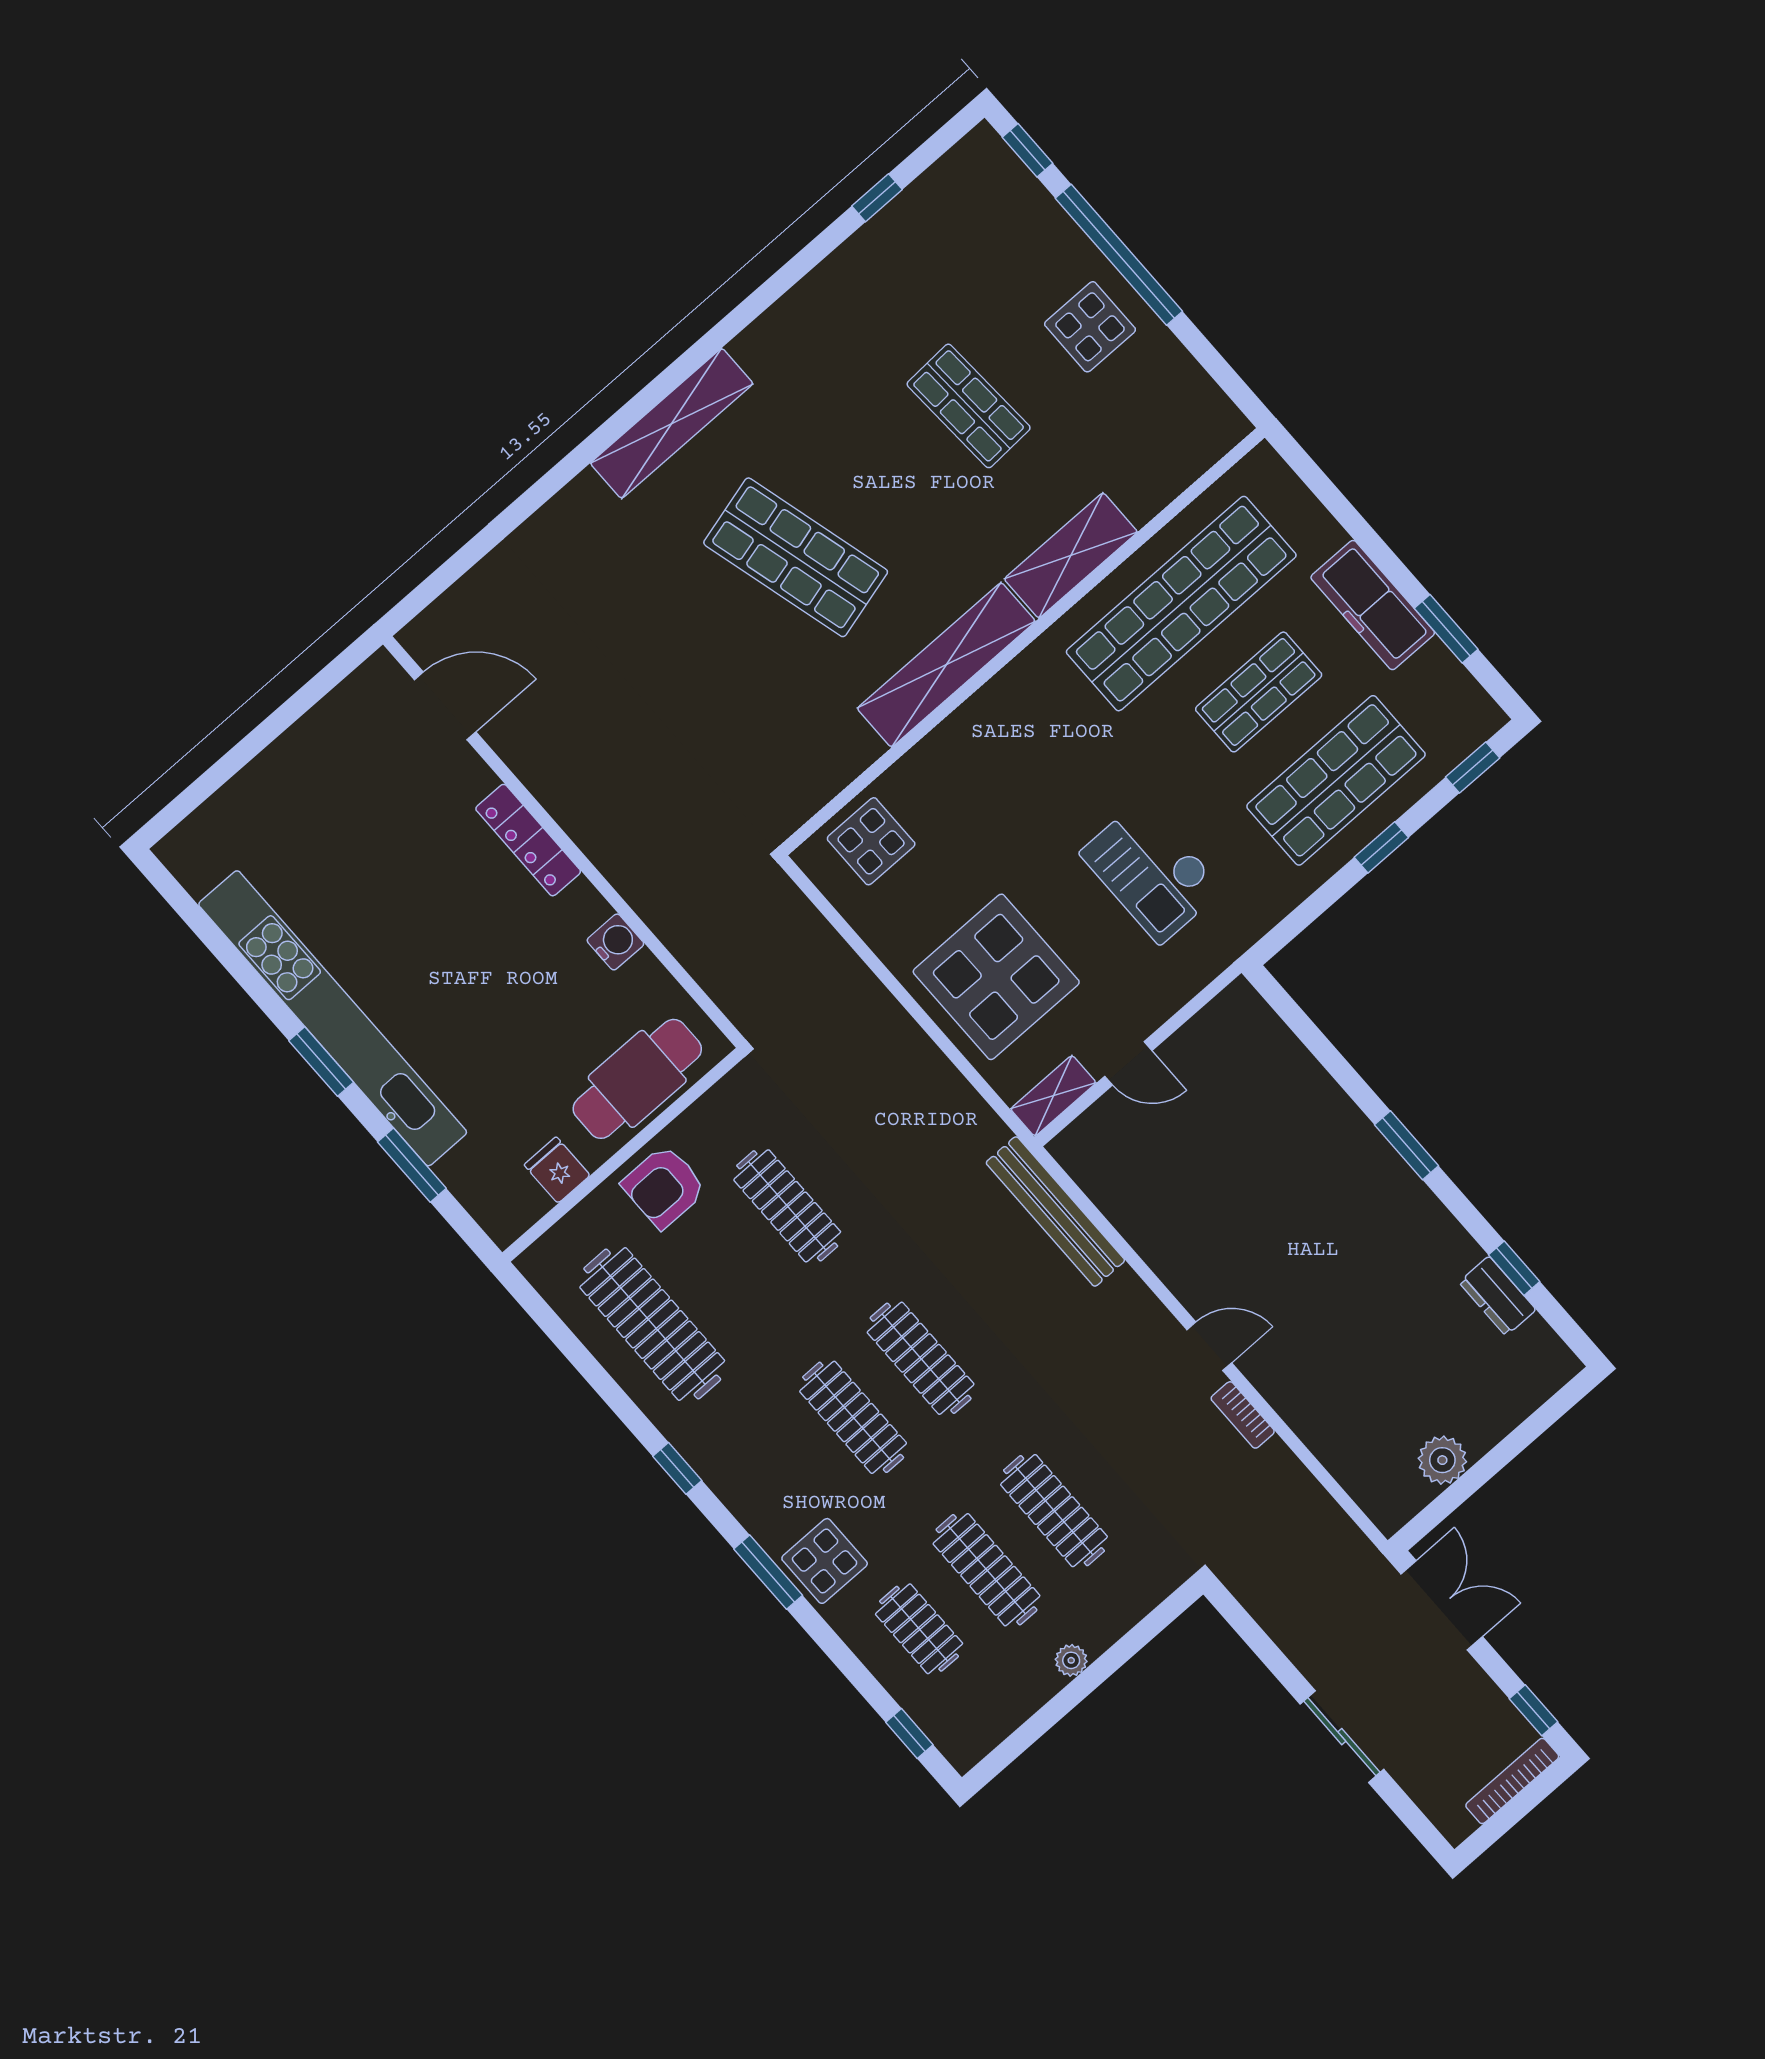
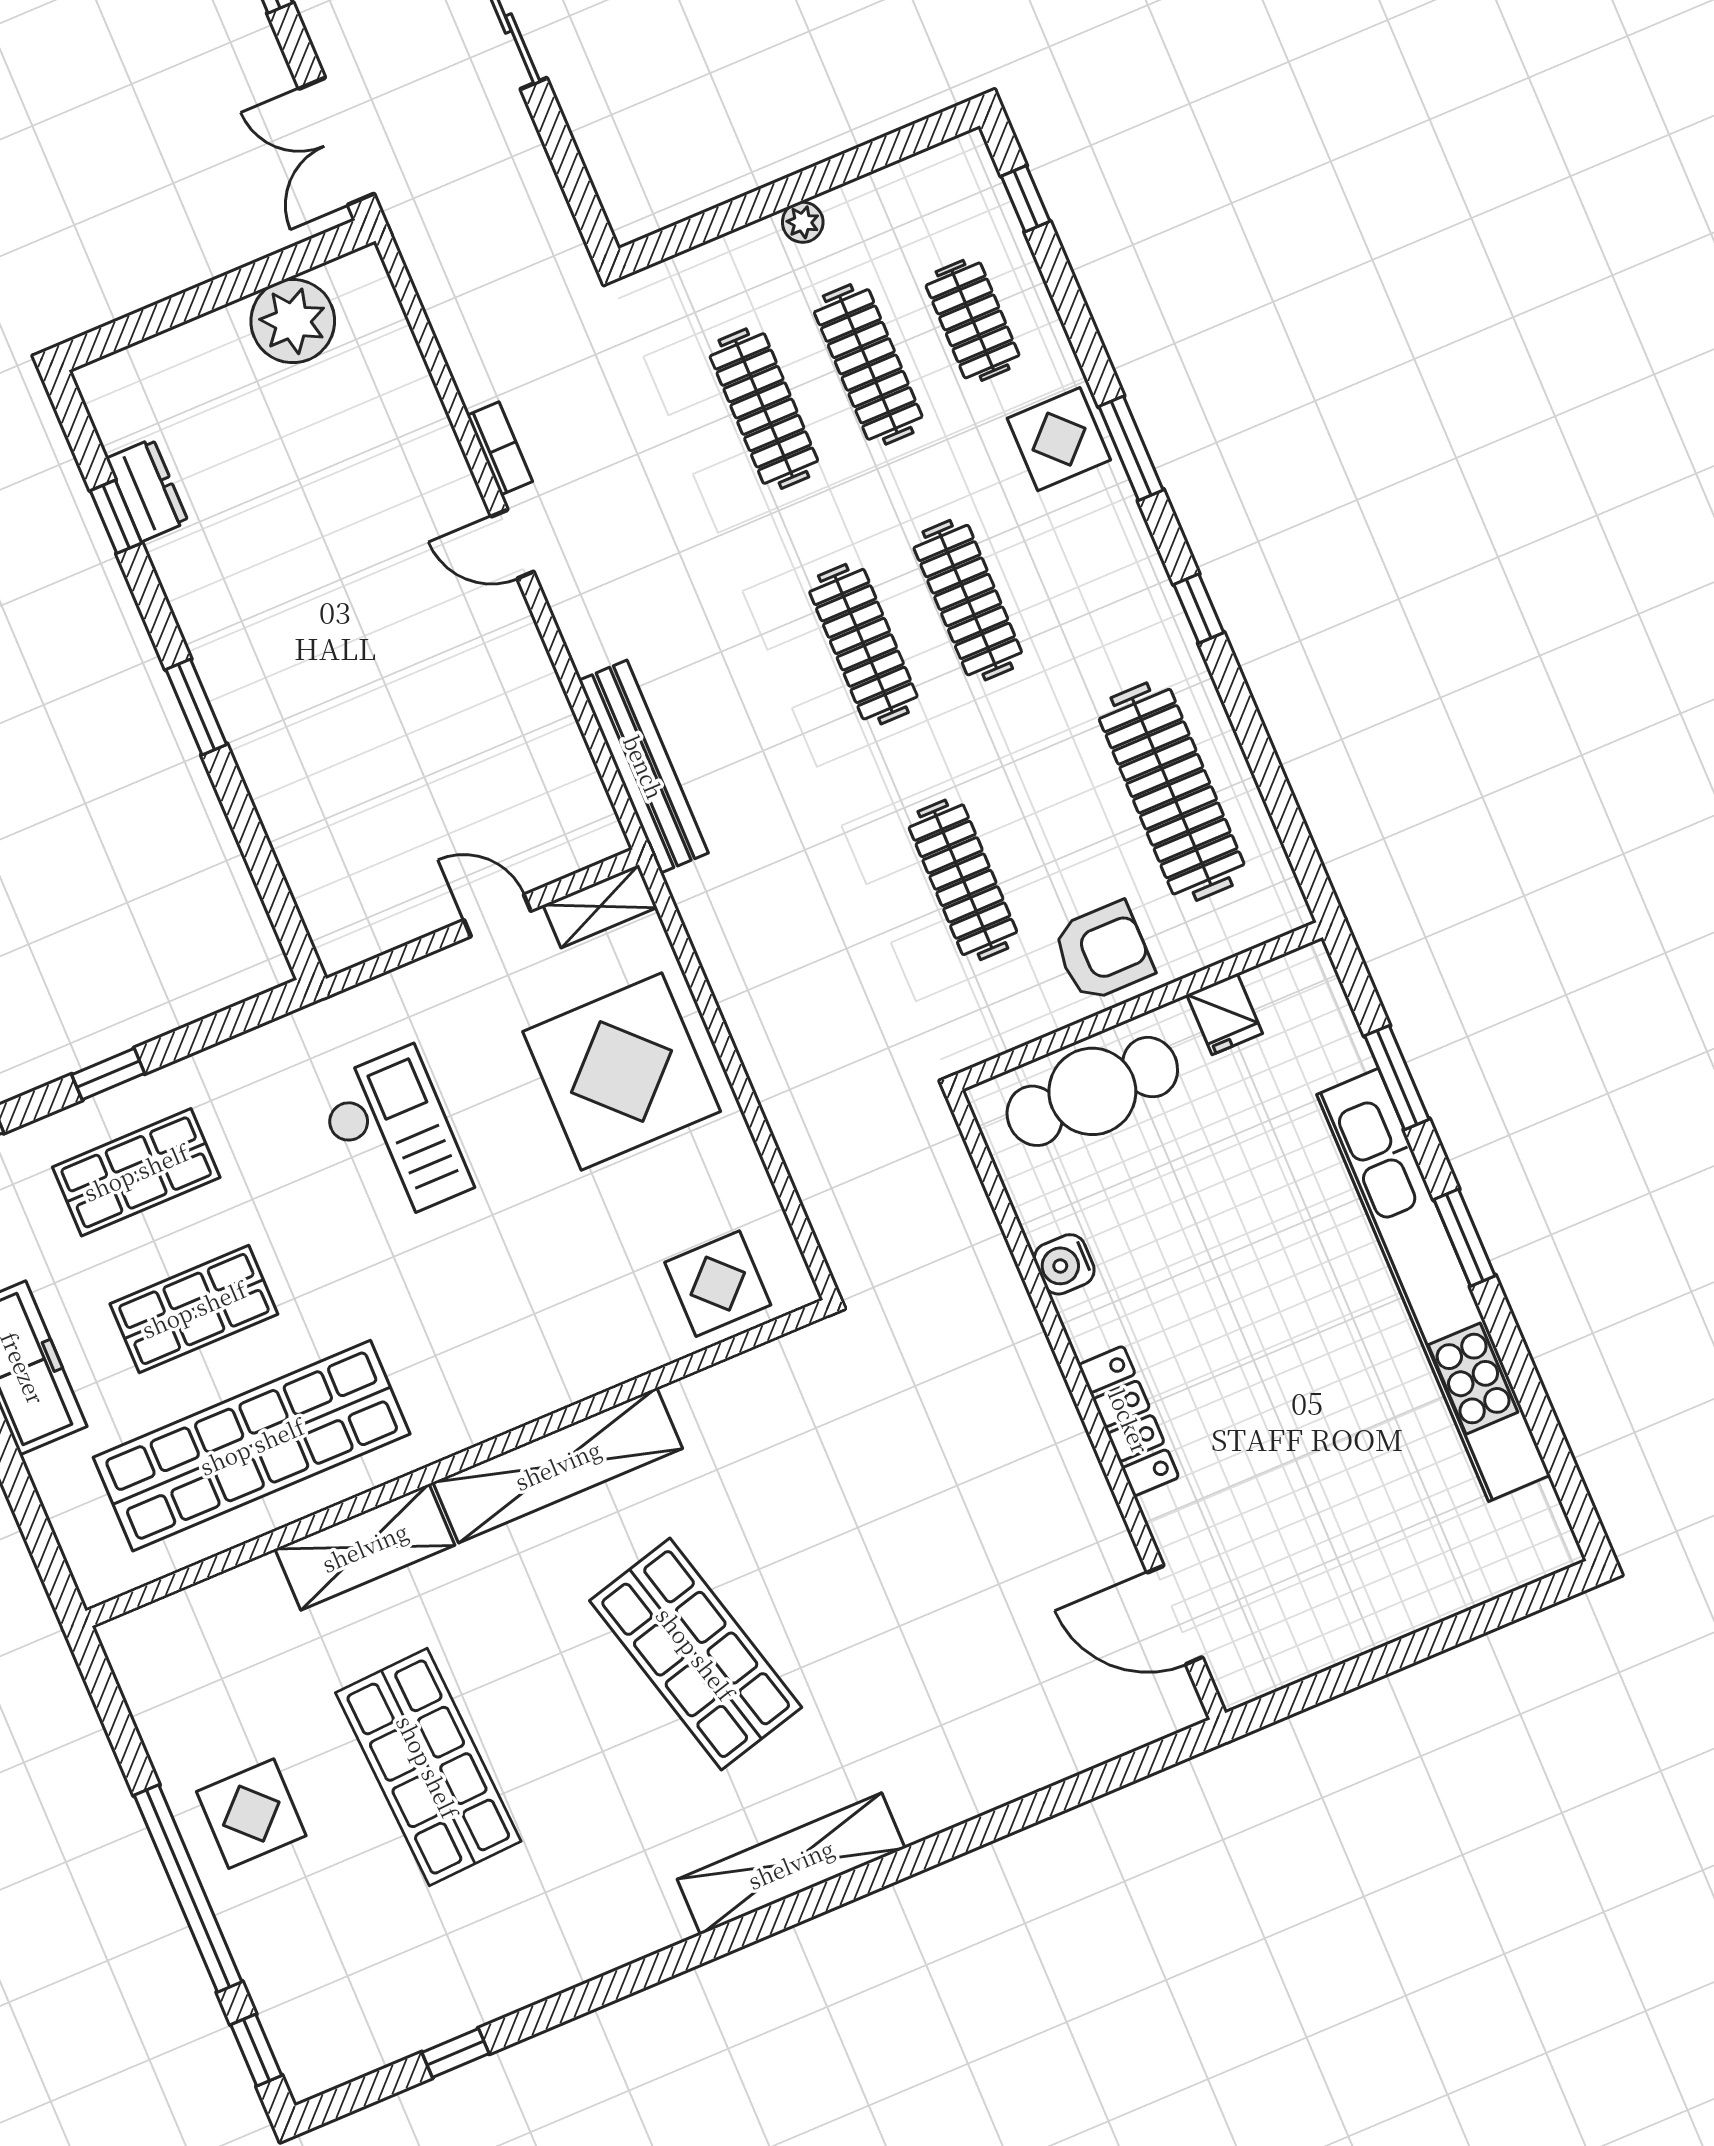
shop shelf: (969, 406) -> (428, 1767), width x1.43, depth x1.36
shop shelf: (1336, 780) -> (136, 1172), width x0.70, depth x0.74
plant: (1442, 1460) -> (293, 321), width x1.36, depth x1.36

